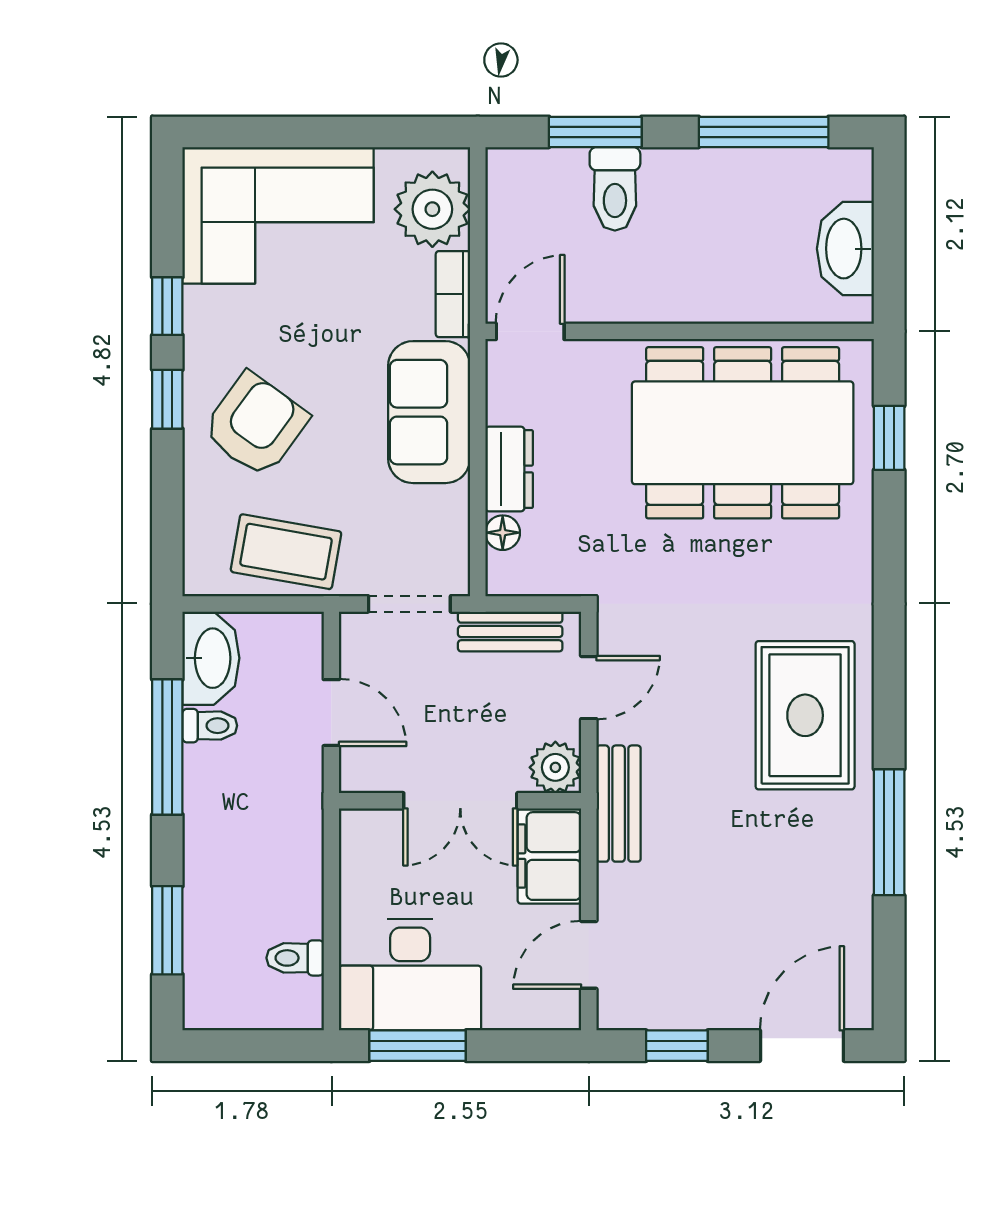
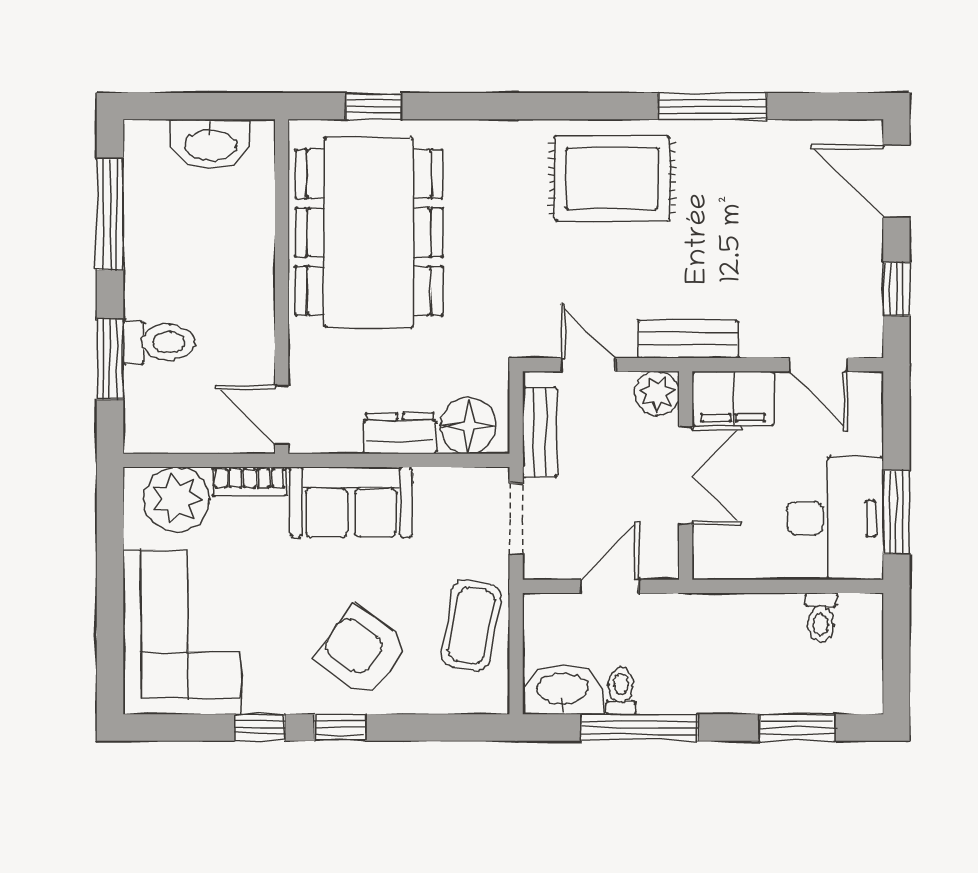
floor lamp: (503, 533) -> (468, 426), width x1.89, depth x1.89

